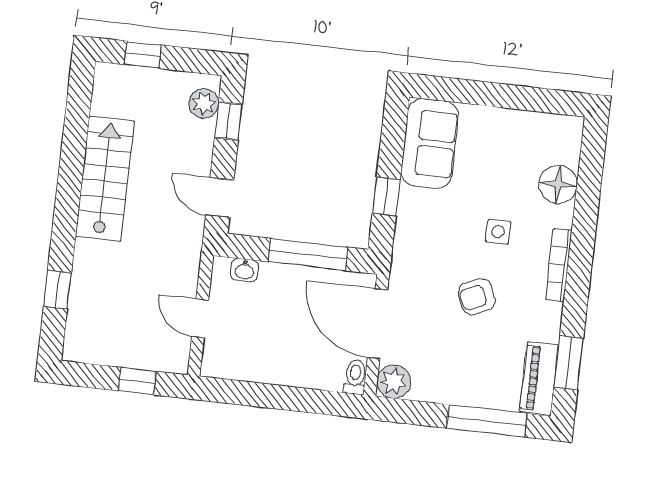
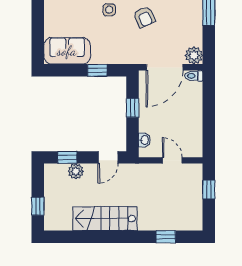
plant: (204, 104) -> (76, 171), moved
window: (308, 255) -> (132, 108), width x0.46
door: (200, 318) -> (172, 160), swing flipped

